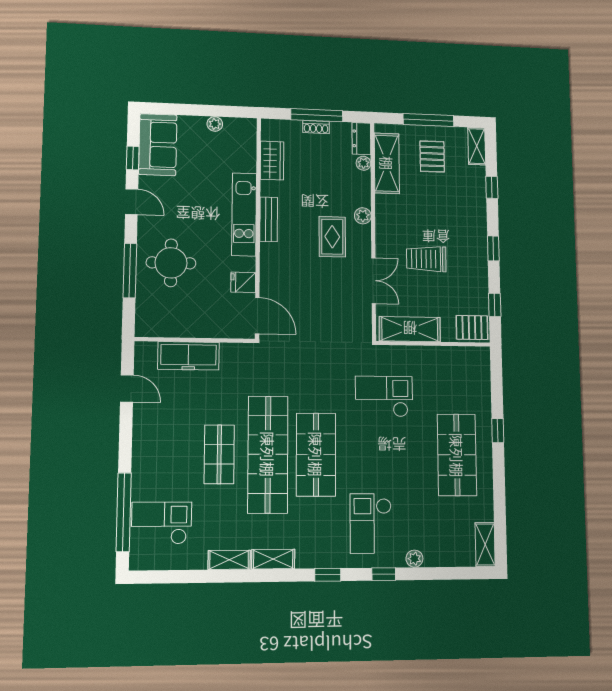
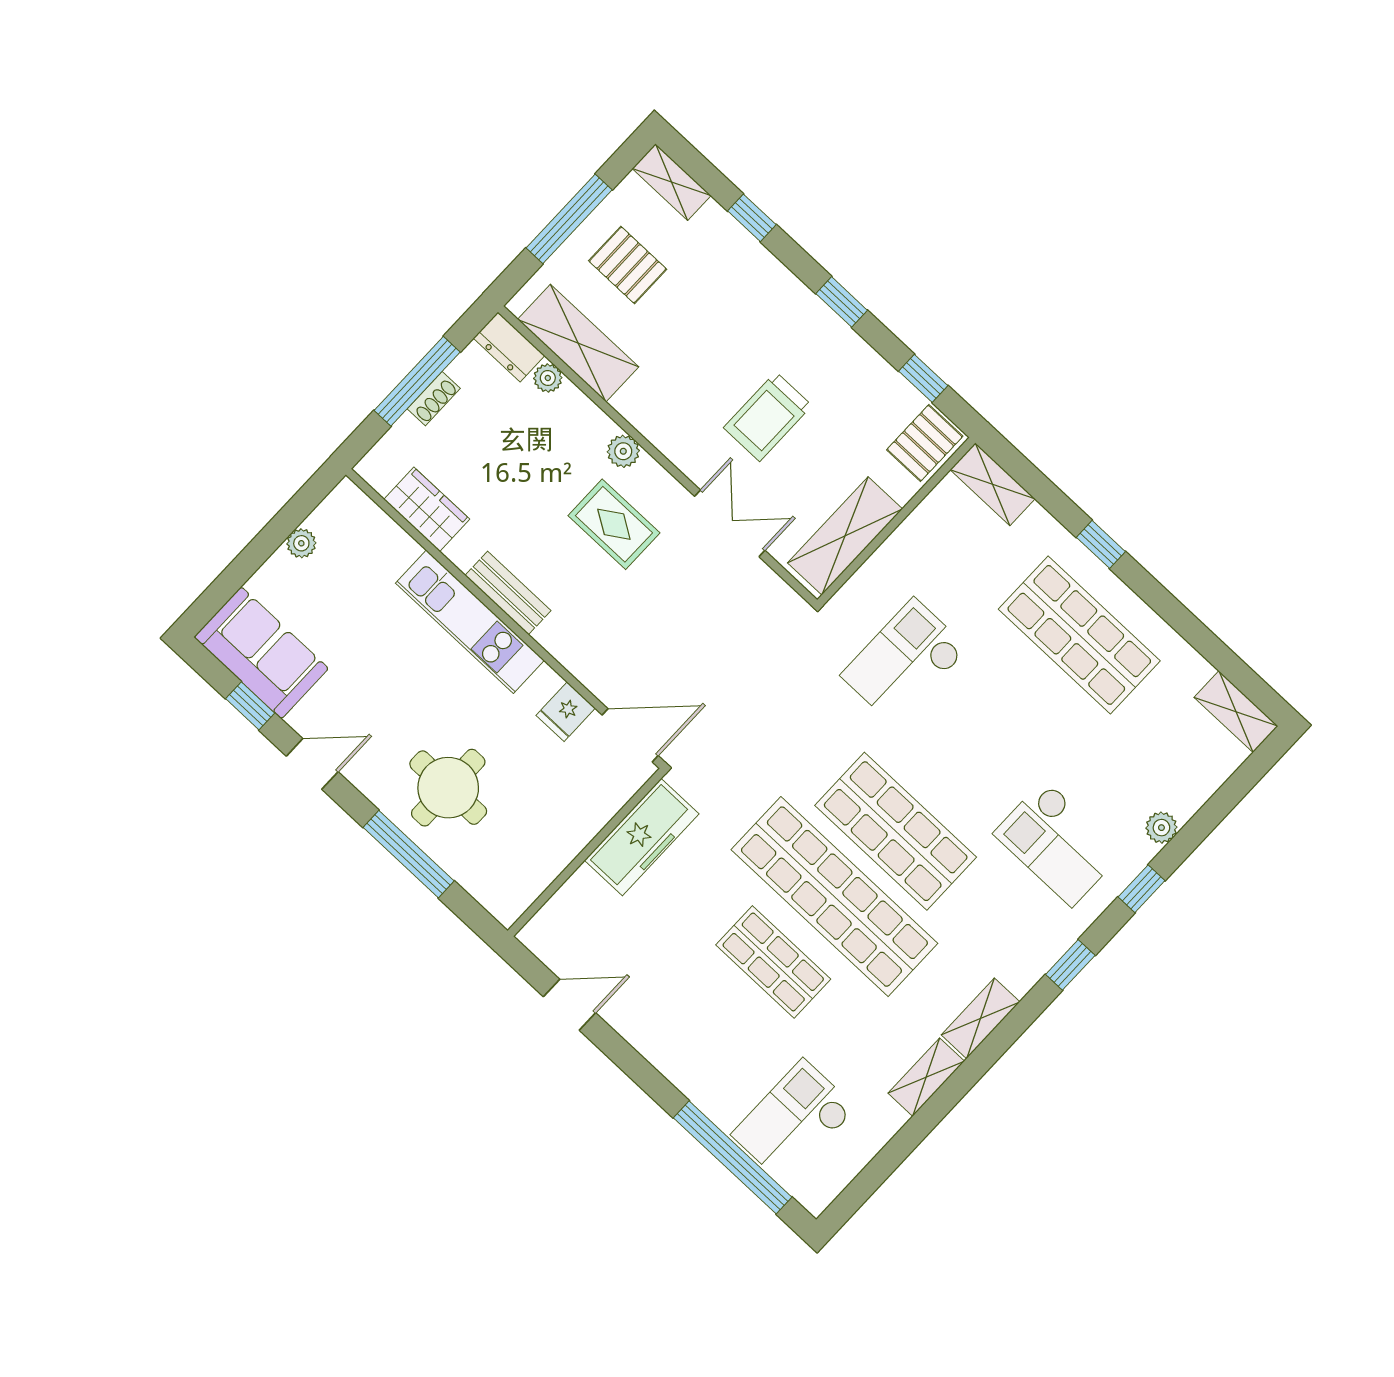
freezer: (189, 356) -> (642, 837), moved
shelving: (481, 368) -> (993, 484), added

